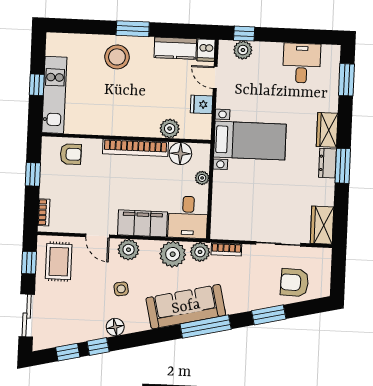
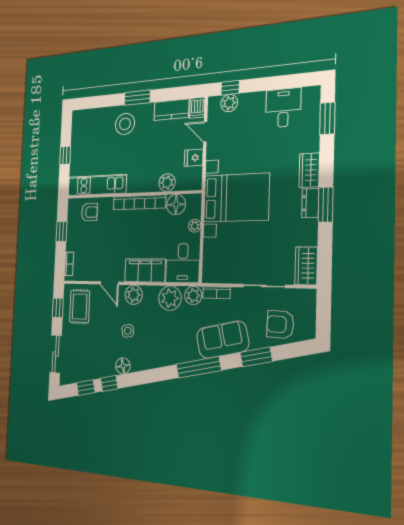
kitchen unit: (54, 95) -> (97, 185), moved, turned -90
bed with nightstands: (250, 141) -> (236, 198), width x1.36
sofa: (186, 307) -> (222, 340), moved, width x0.73

